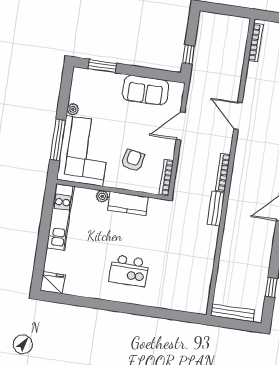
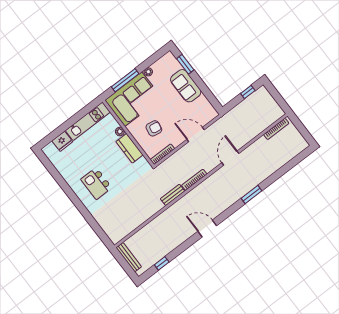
window: (188, 55) -> (248, 92), moved
sofa: (146, 90) -> (186, 86), moved
fridge: (53, 283) -> (62, 141), moved, turned 90

